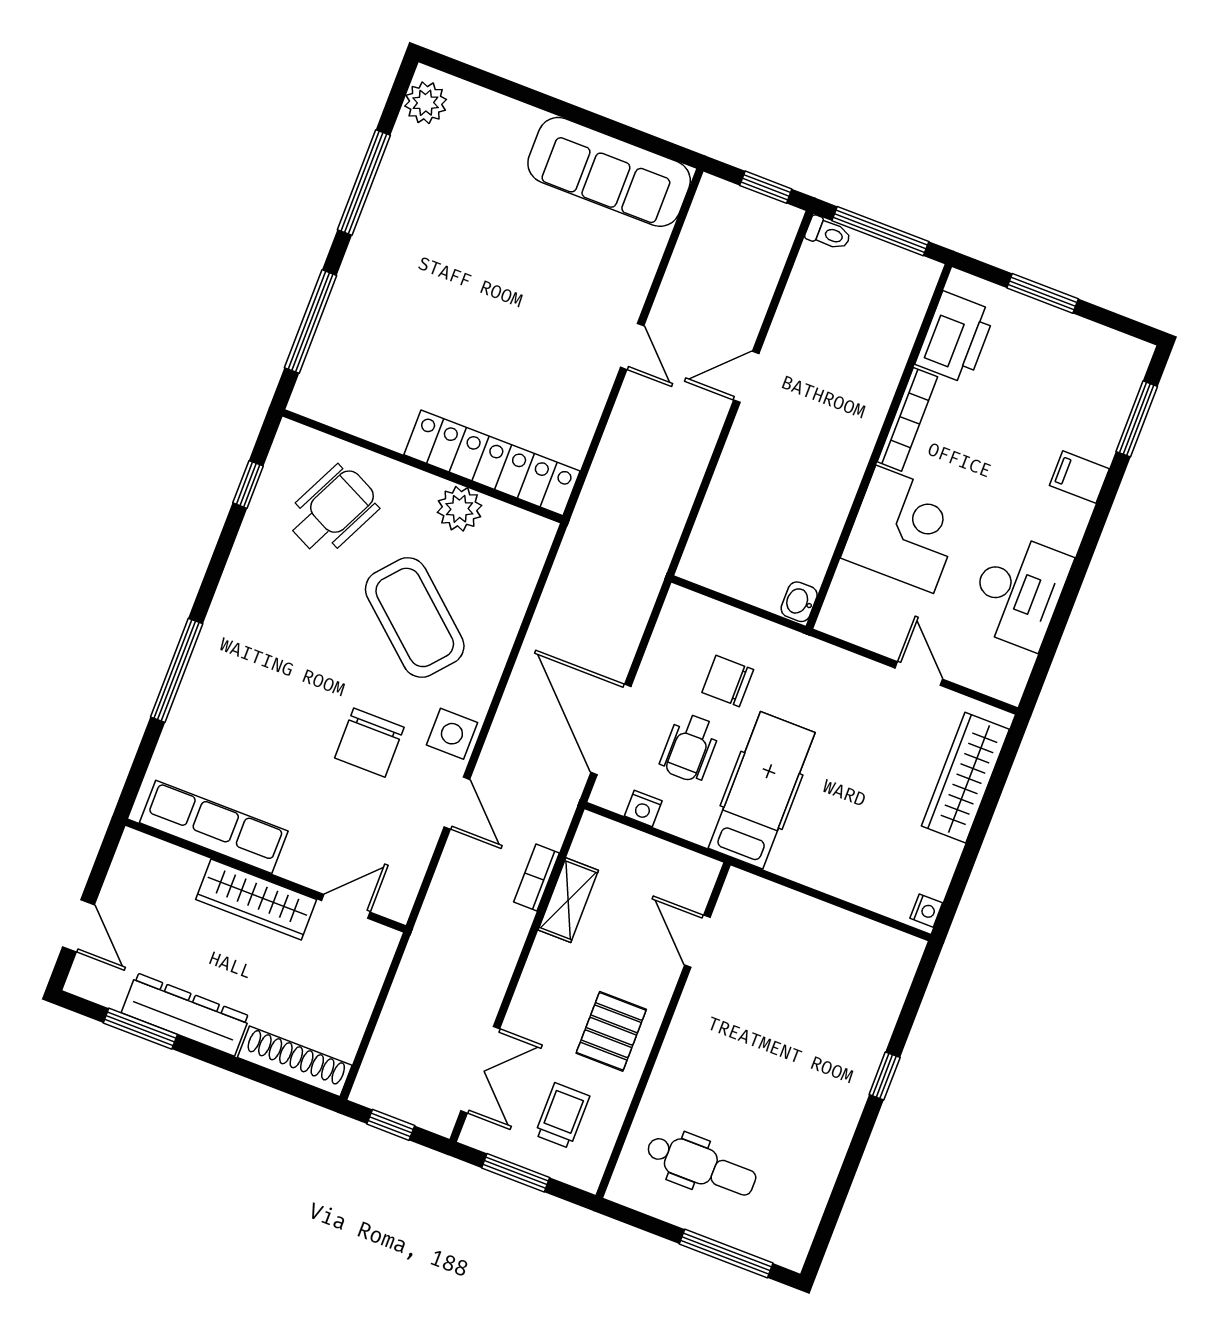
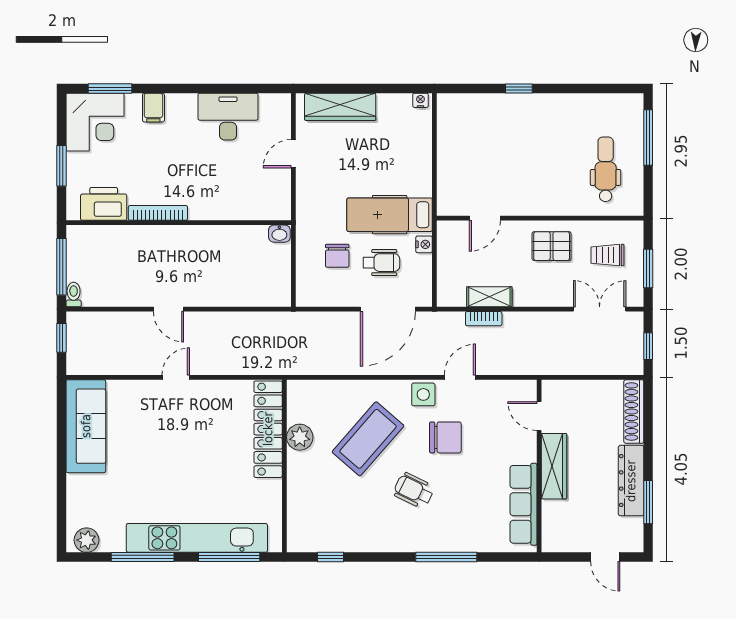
kitchen unit: (361, 281) -> (197, 538), added
wheelchair: (333, 510) -> (414, 490), moved, width x0.73, depth x0.73
corner desk: (905, 529) -> (95, 122), moved, turned 180
nightstand: (643, 808) -> (424, 244), moved
door: (79, 926) -> (605, 557), swing flipped

